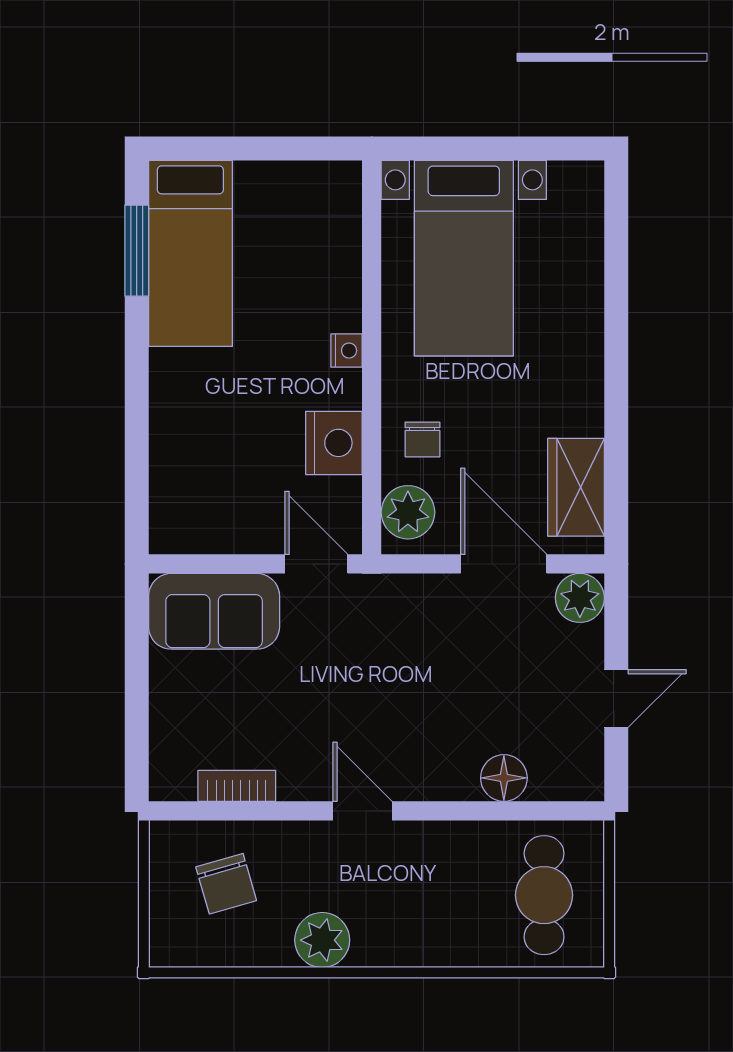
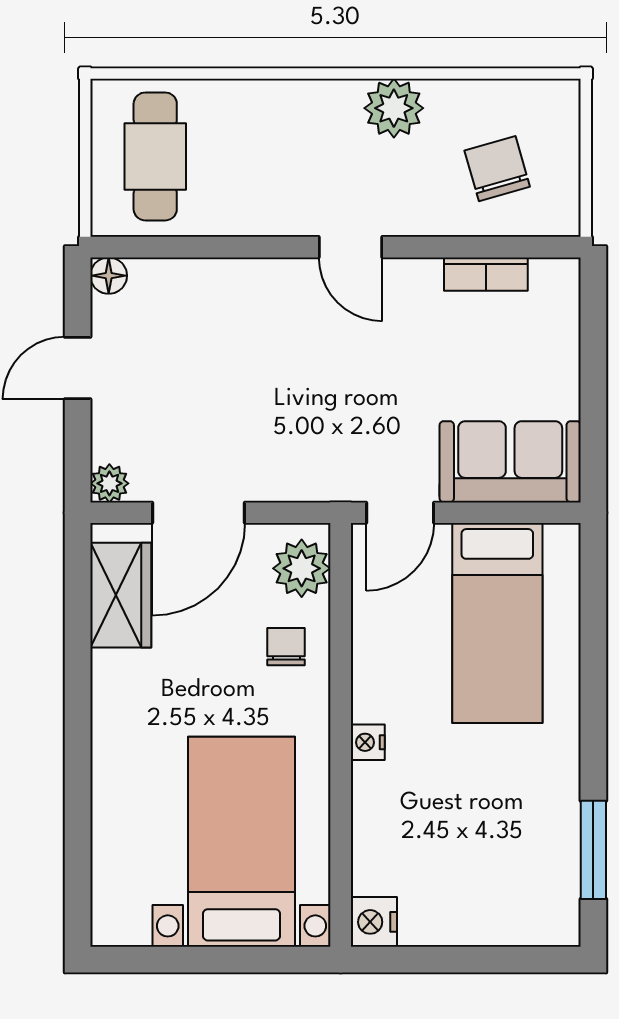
bed: (190, 253) -> (497, 623), moved, turned 180
nightstand: (334, 443) -> (374, 922), moved, width x0.74, depth x0.75
door: (316, 564) -> (400, 513), hinge flipped
door: (504, 564) -> (199, 513), hinge flipped
plant: (580, 598) -> (109, 483), width x0.73, depth x0.73
floor lamp: (504, 778) -> (109, 276), moved, width x0.73, depth x0.73

